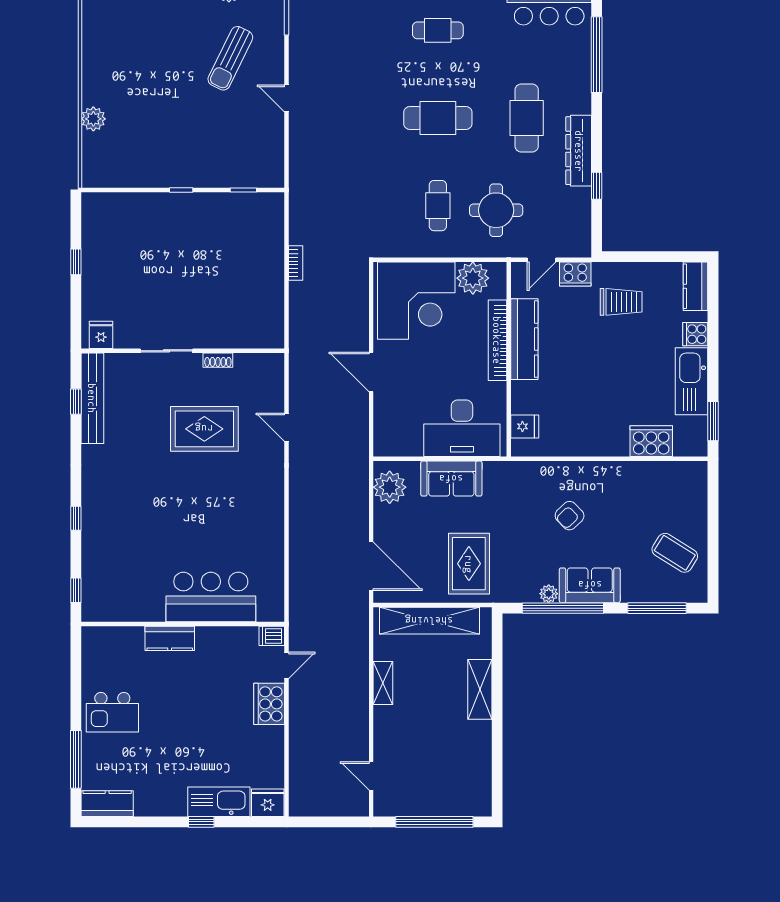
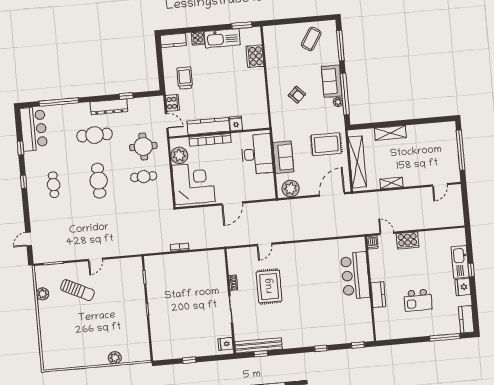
fridge: (525, 426) -> (236, 123), moved
kitchen island: (112, 712) -> (418, 300), moved, turned 90
fridge: (268, 803) -> (463, 287), moved

